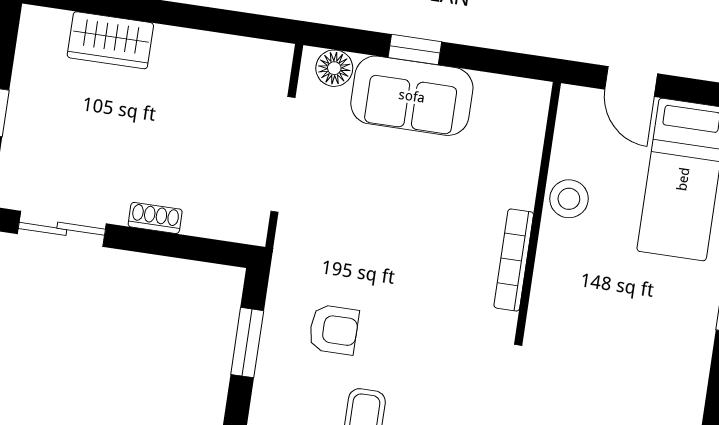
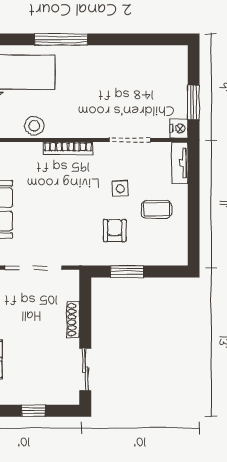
shoe rack: (155, 218) -> (73, 320), width x1.43
side table: (416, 353) -> (120, 189), added

